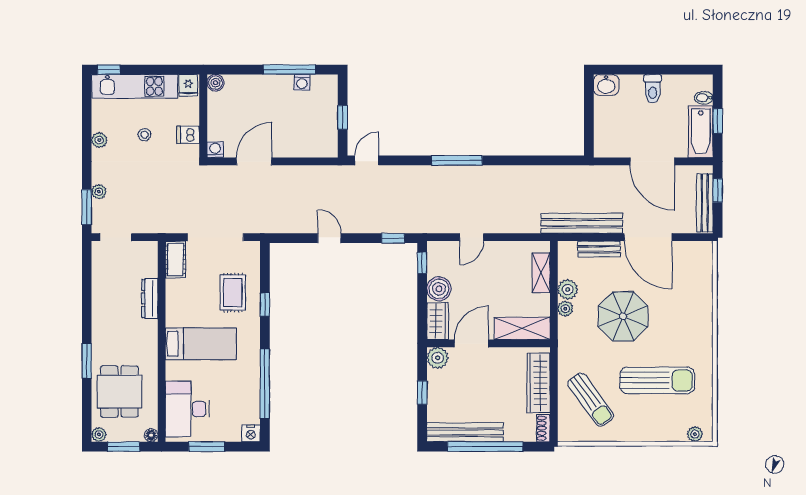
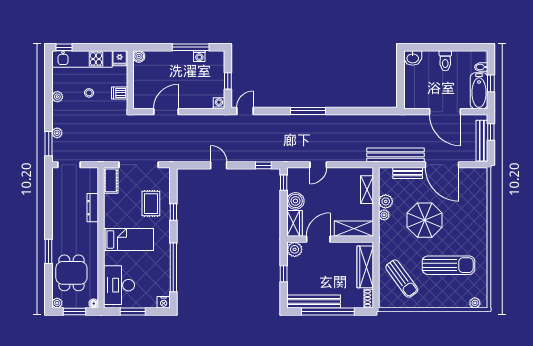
washing machine: (215, 150) -> (219, 103), moved

